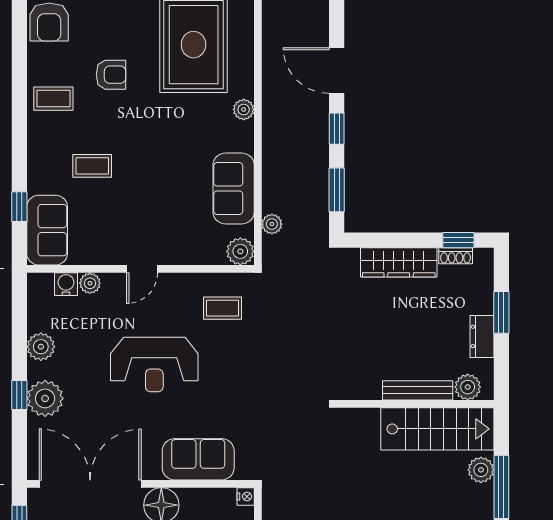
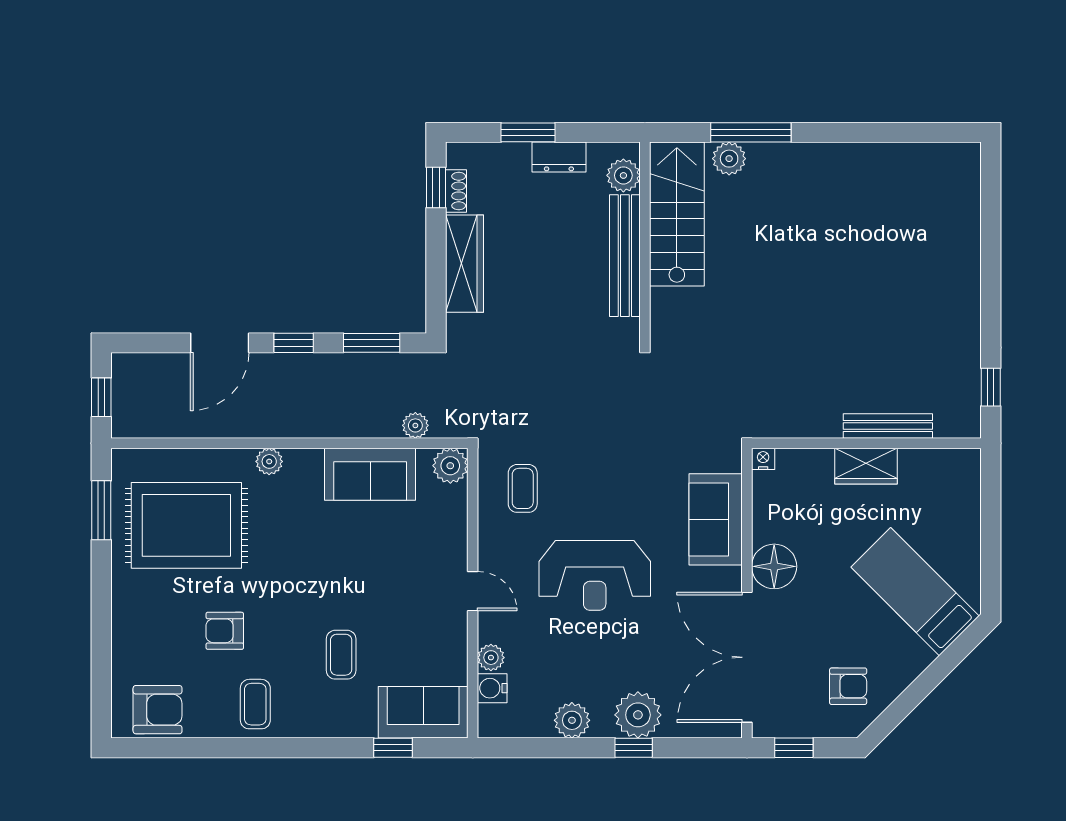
armchair: (111, 75) -> (225, 631), turned -90
reception desk: (154, 365) -> (595, 575), turned 90
bench: (418, 390) -> (625, 256), width x1.37, depth x1.21

